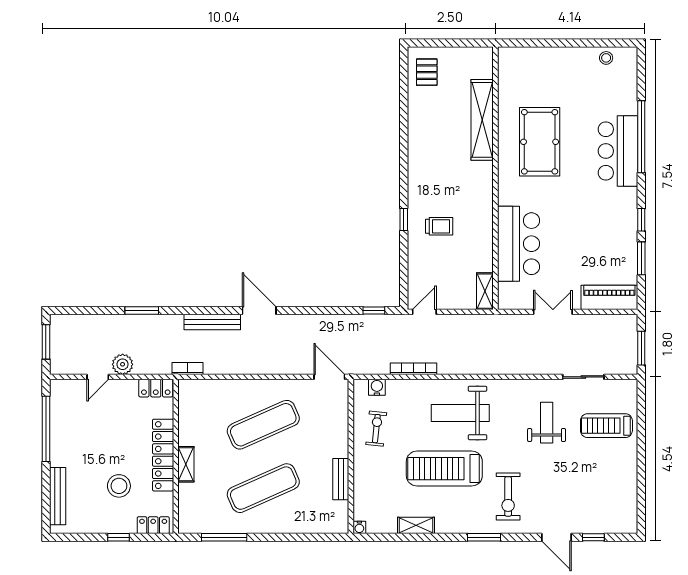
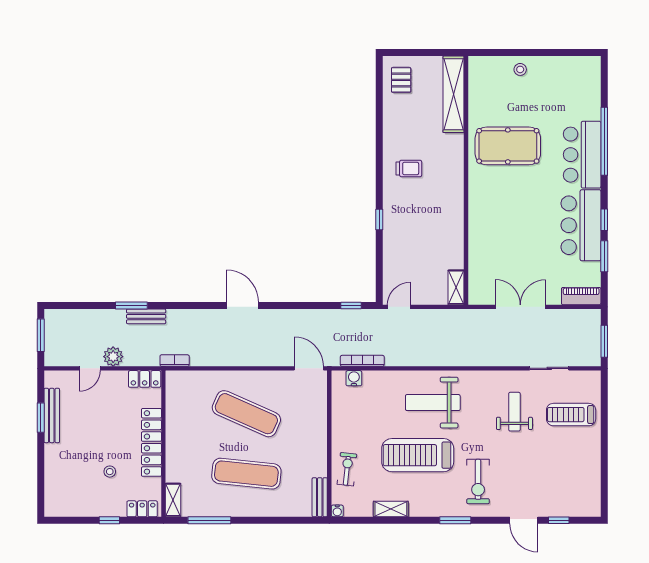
stool: (606, 58) -> (520, 69), moved
shelving: (482, 120) -> (454, 94), moved
pool table: (540, 142) -> (508, 146), turned 90
trolley: (439, 226) -> (409, 169), moved
bar counter: (518, 244) -> (581, 225), moved, turned 180
piano: (609, 297) -> (581, 296), width x0.73, depth x0.75
double door: (553, 312) -> (520, 307), width x1.37
bench: (212, 322) -> (146, 316), moved, width x0.73
bookcase: (414, 369) -> (362, 361), moved
exercise mat: (263, 425) -> (246, 414), turned 48
window: (46, 429) -> (41, 418), width x0.47
exercise bike: (376, 429) -> (347, 469), moved
shelving: (186, 464) -> (173, 500), moved
bench: (341, 479) -> (320, 497), moved
stool: (119, 486) -> (110, 472), width x0.53, depth x0.53
exercise mat: (263, 488) -> (246, 474), turned 30
bench: (58, 496) -> (52, 415), moved

